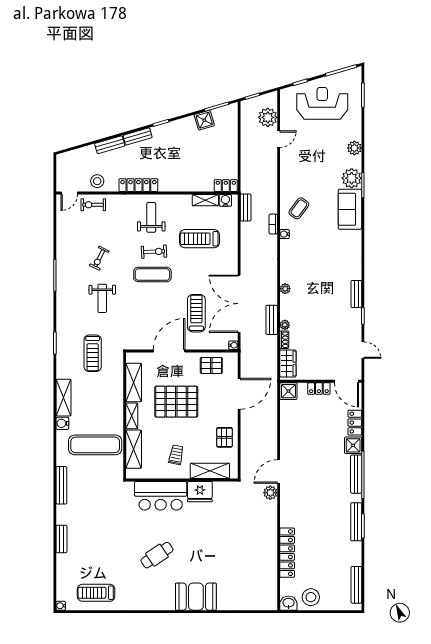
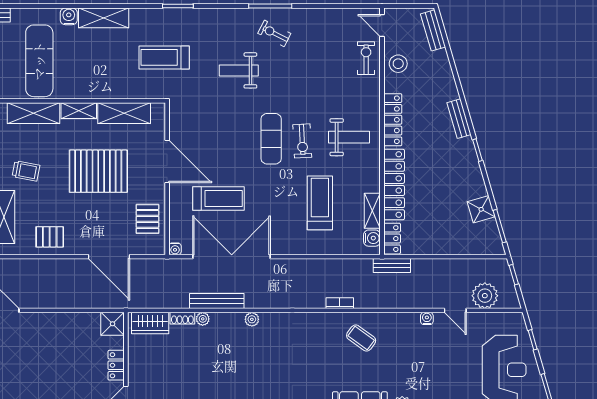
bench: (110, 145) -> (433, 30), moved
locker: (186, 184) -> (394, 184), added
bench: (246, 208) -> (392, 266), moved
water cooler: (285, 234) -> (427, 318), moved
exercise bike: (99, 258) -> (274, 33), moved
bench: (272, 320) -> (217, 301), width x1.36
pallet: (176, 402) -> (98, 171), turned 90

